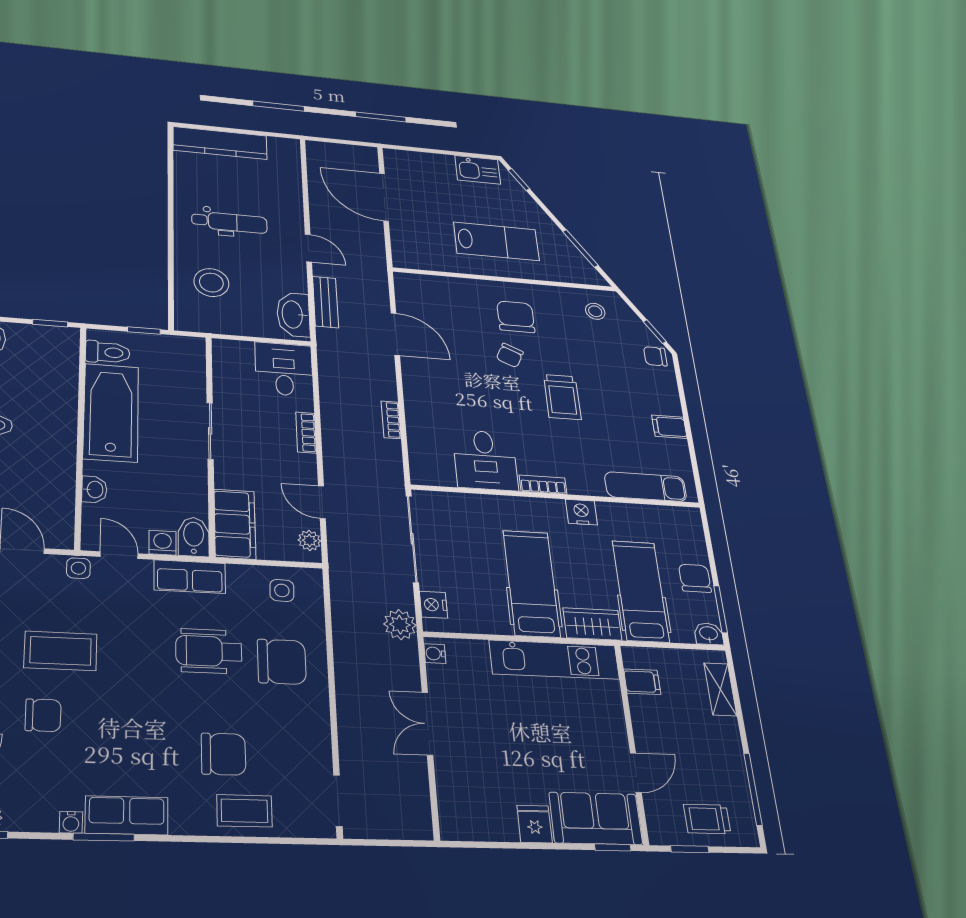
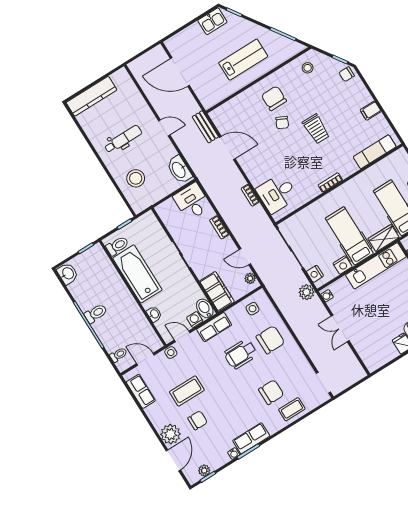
bench: (325, 302) -> (205, 127), moved
desk: (485, 460) -> (277, 193), moved, turned 90
nightstand: (581, 512) -> (343, 265), moved, turned 180

